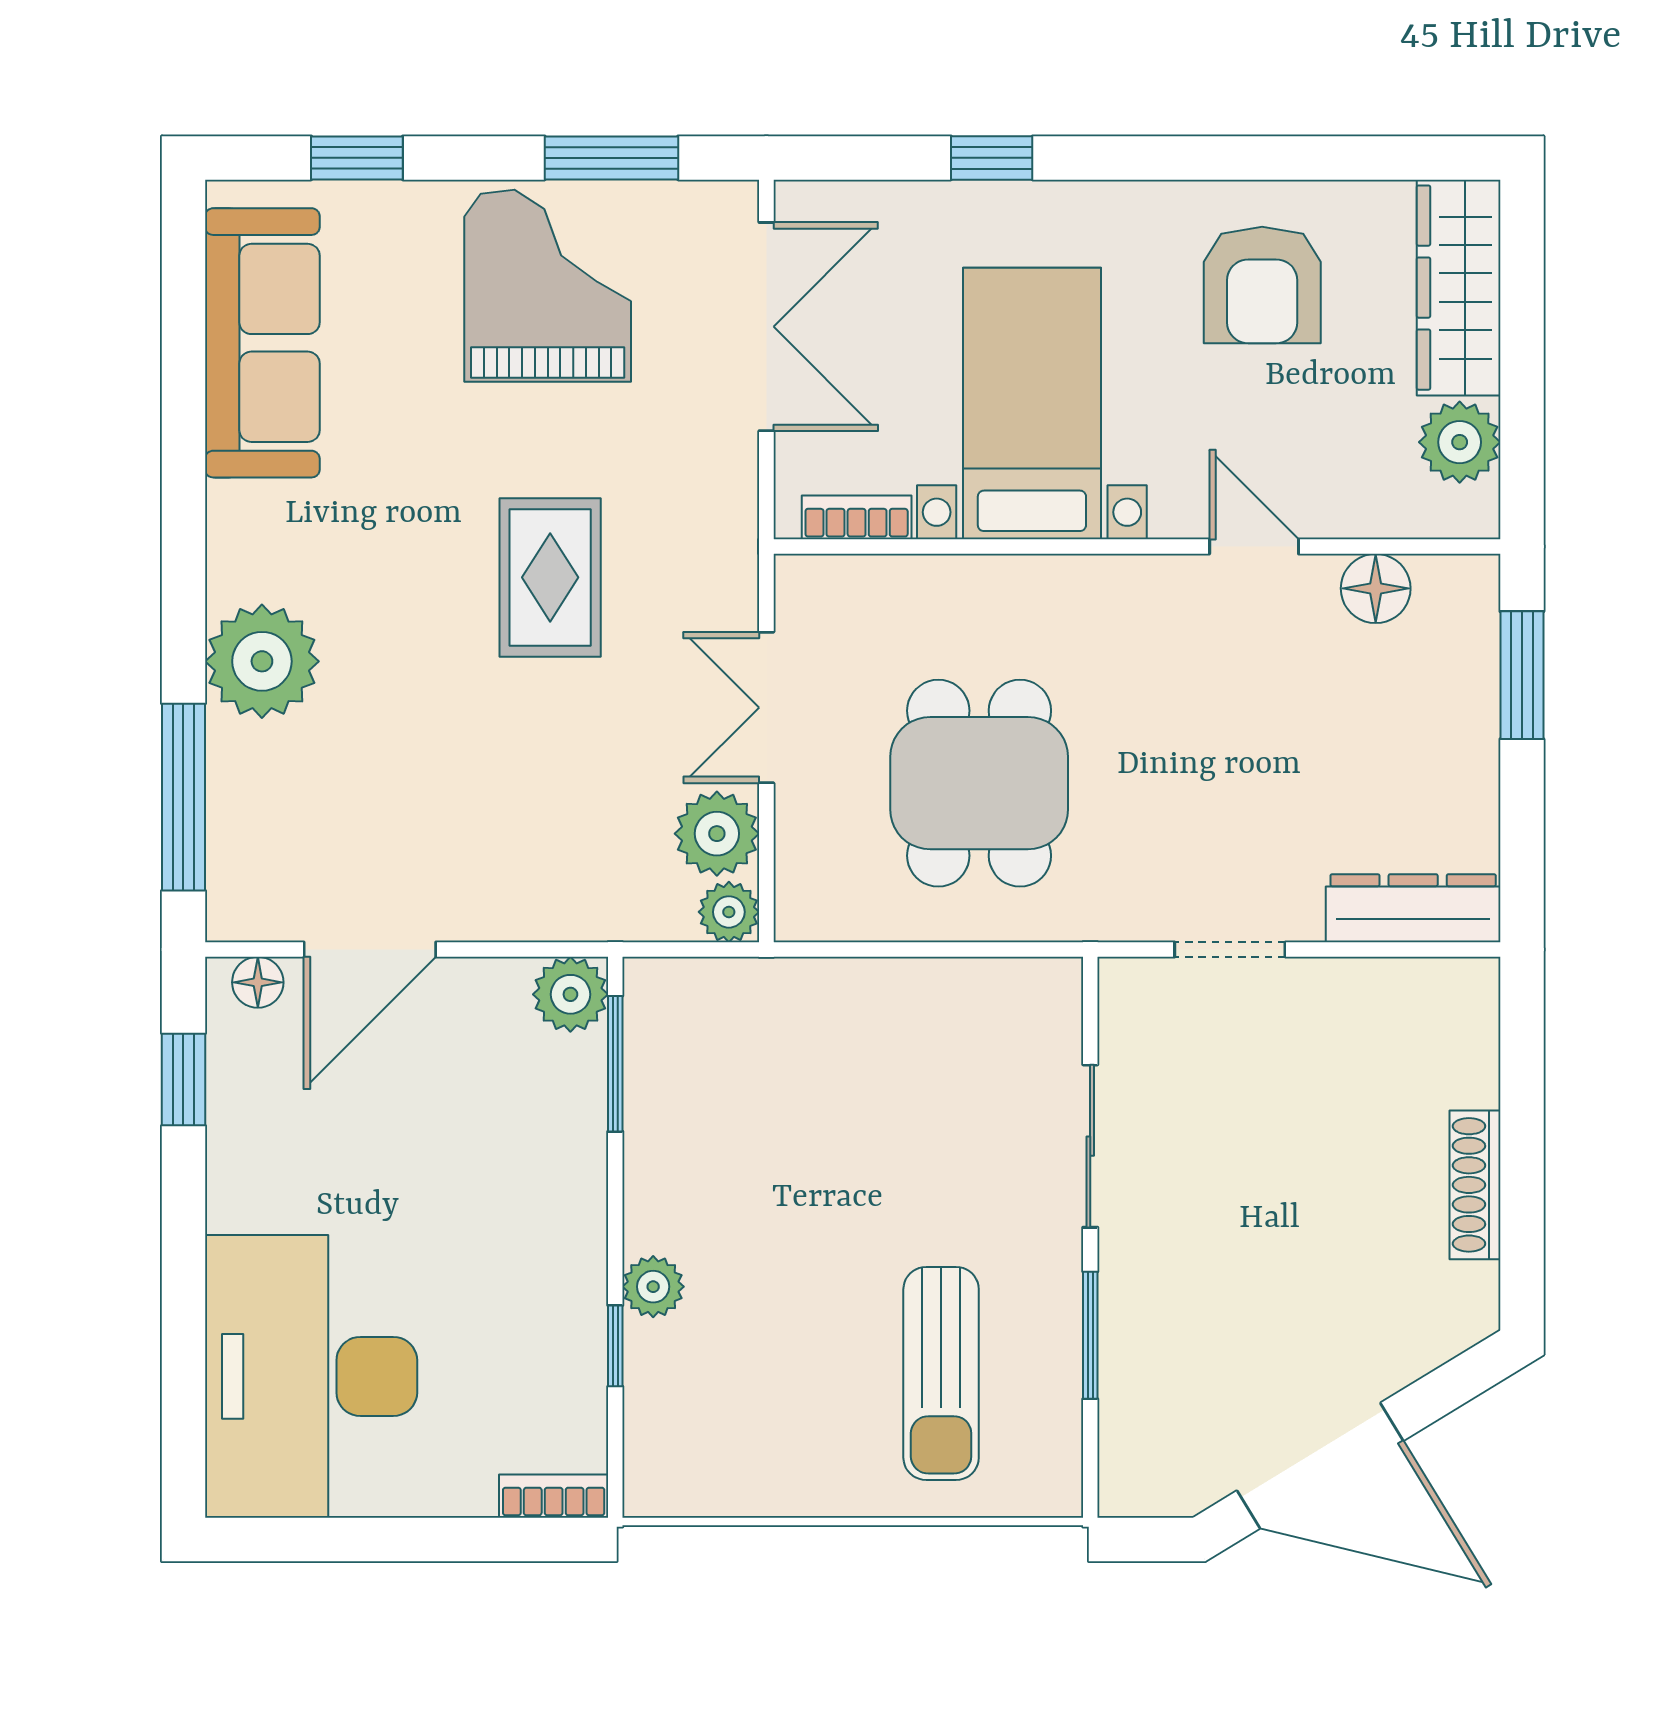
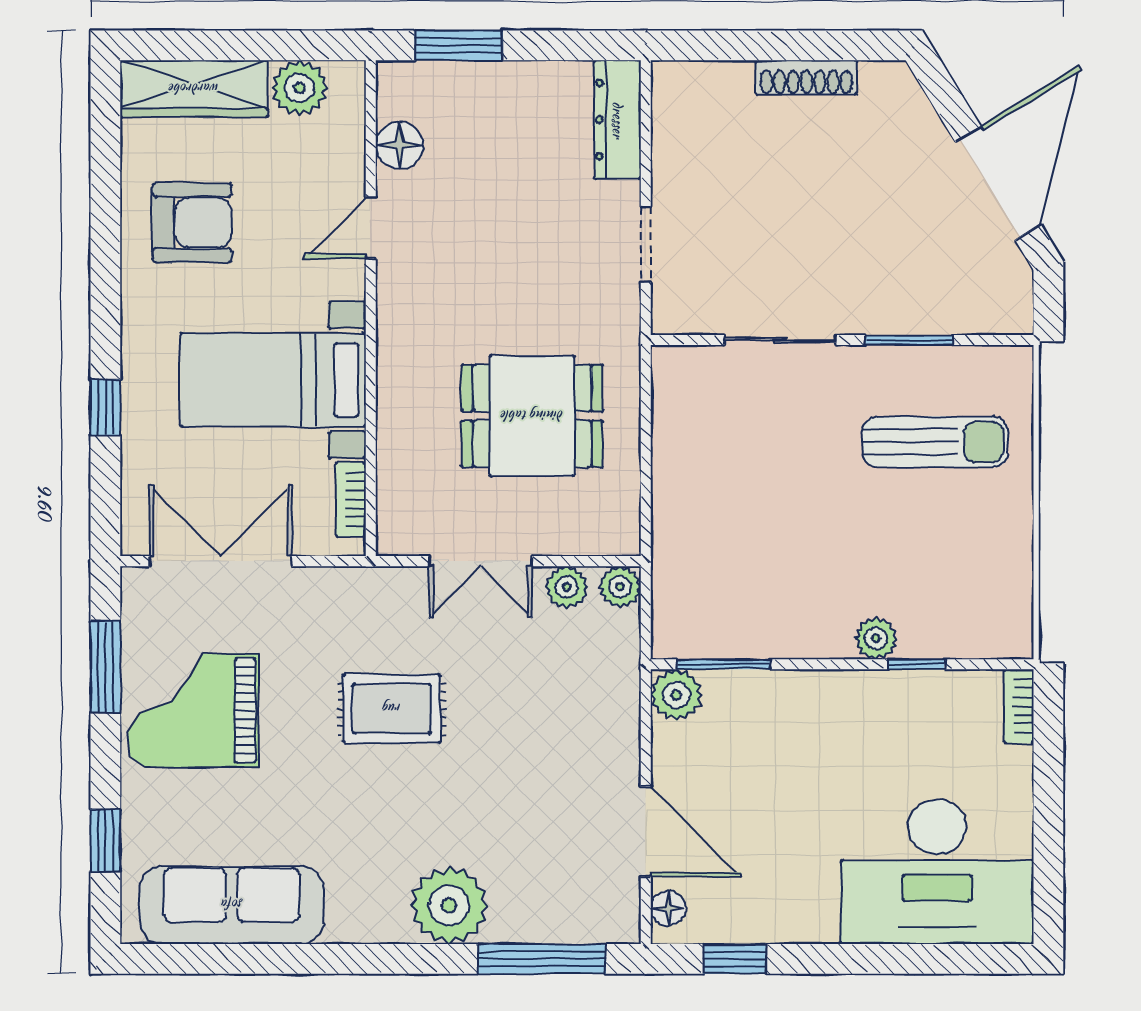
plant: (717, 834) -> (567, 587), width x0.73, depth x0.73

